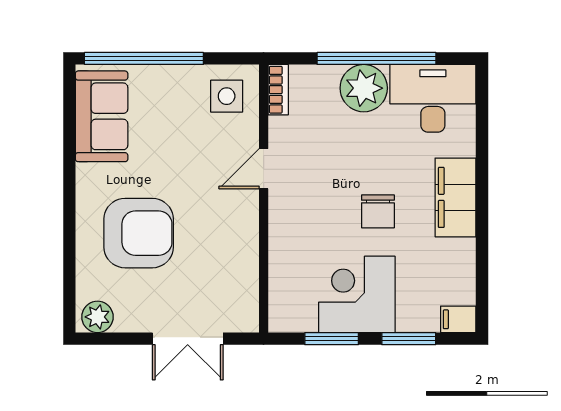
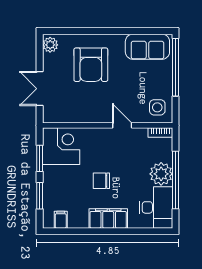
corner desk: (357, 294) -> (61, 146), moved
filing cabinet: (458, 319) -> (61, 220), moved

